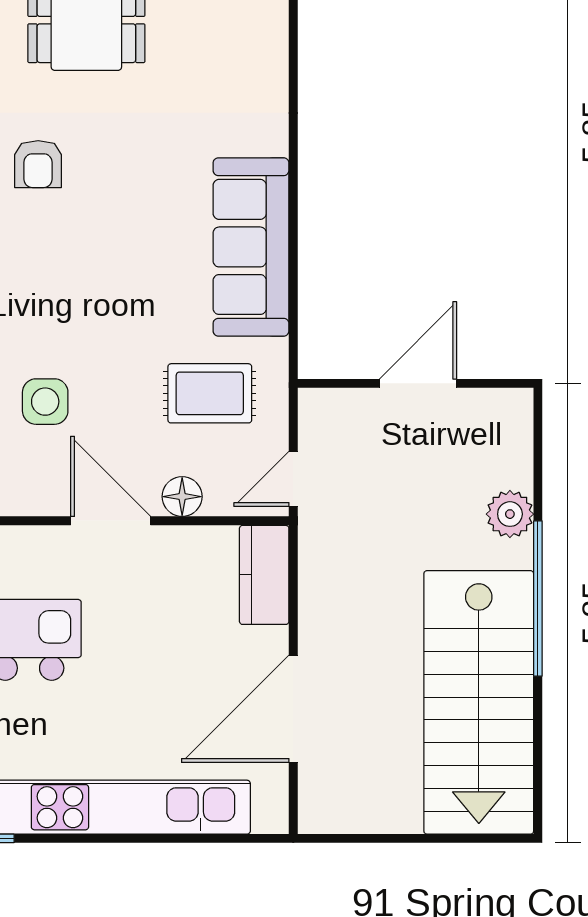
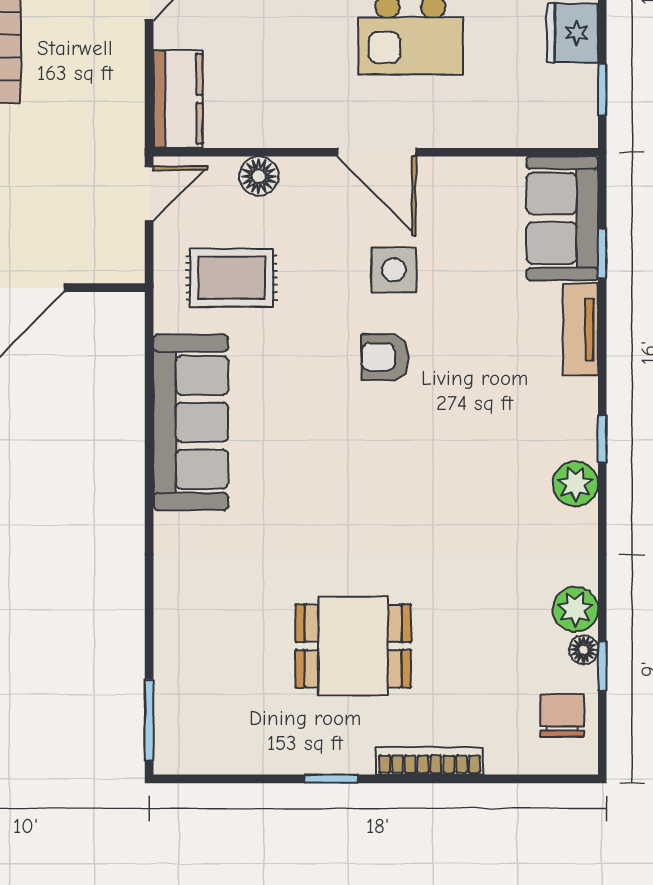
armchair: (38, 164) -> (385, 357), moved, turned -90
door: (111, 521) -> (377, 152), moved

